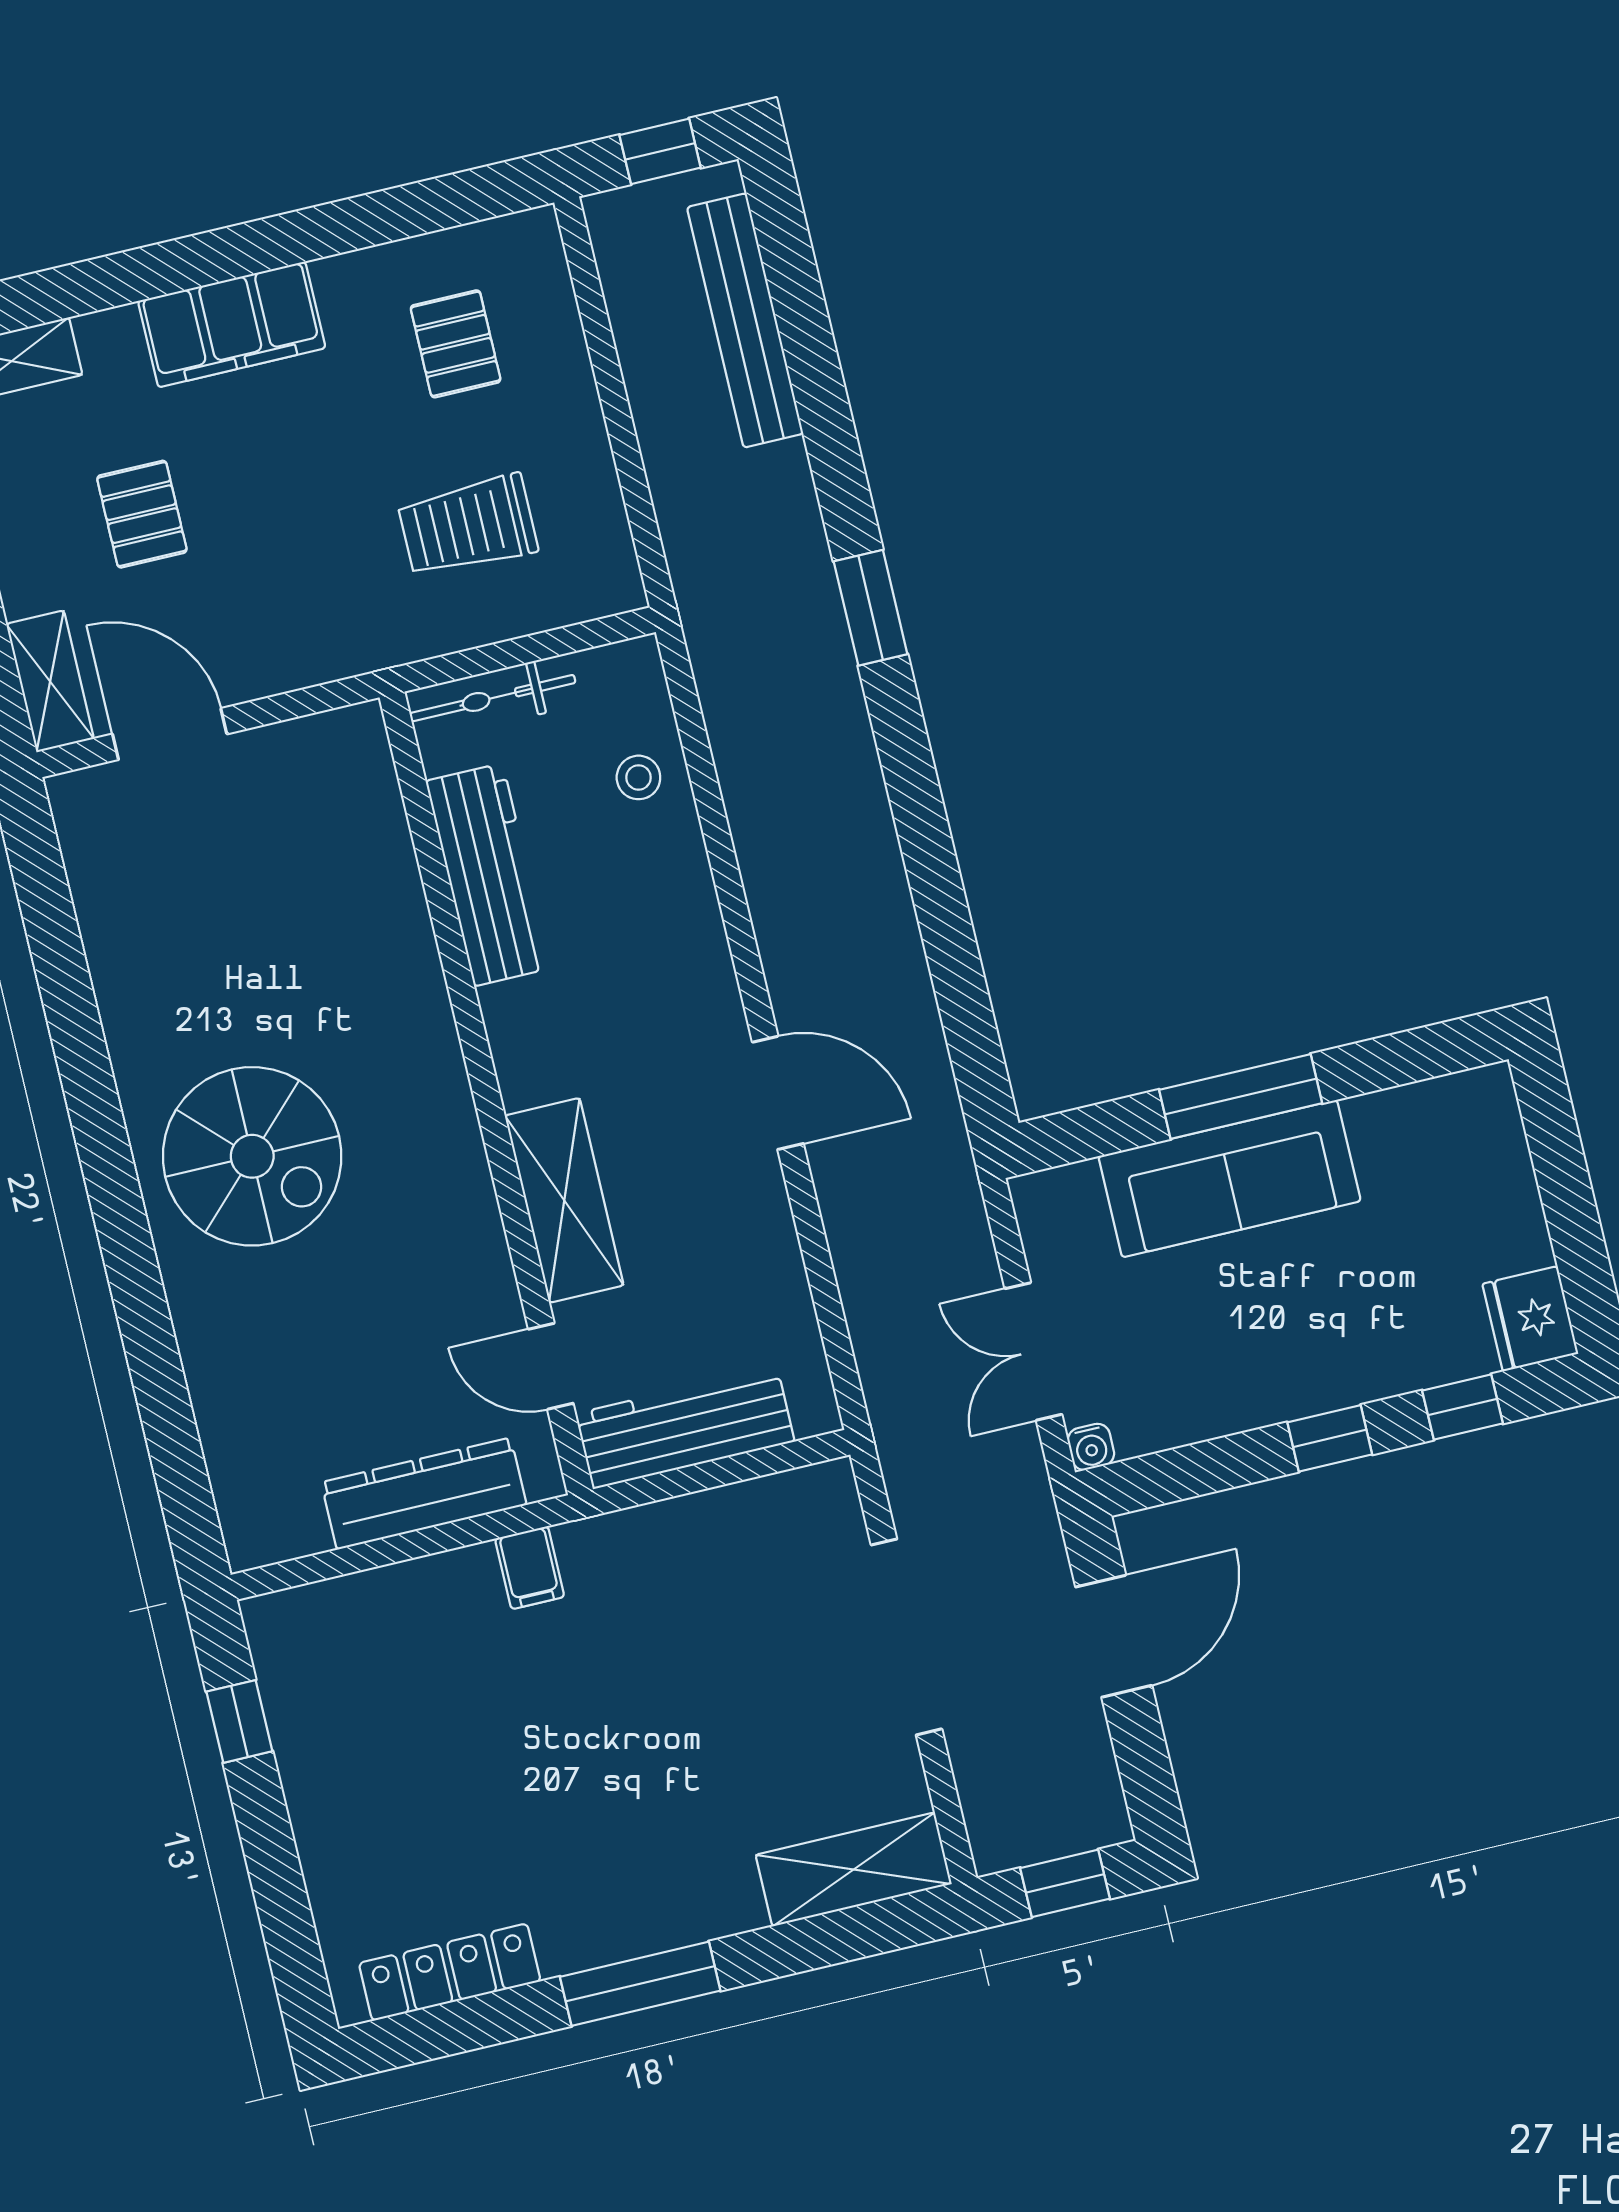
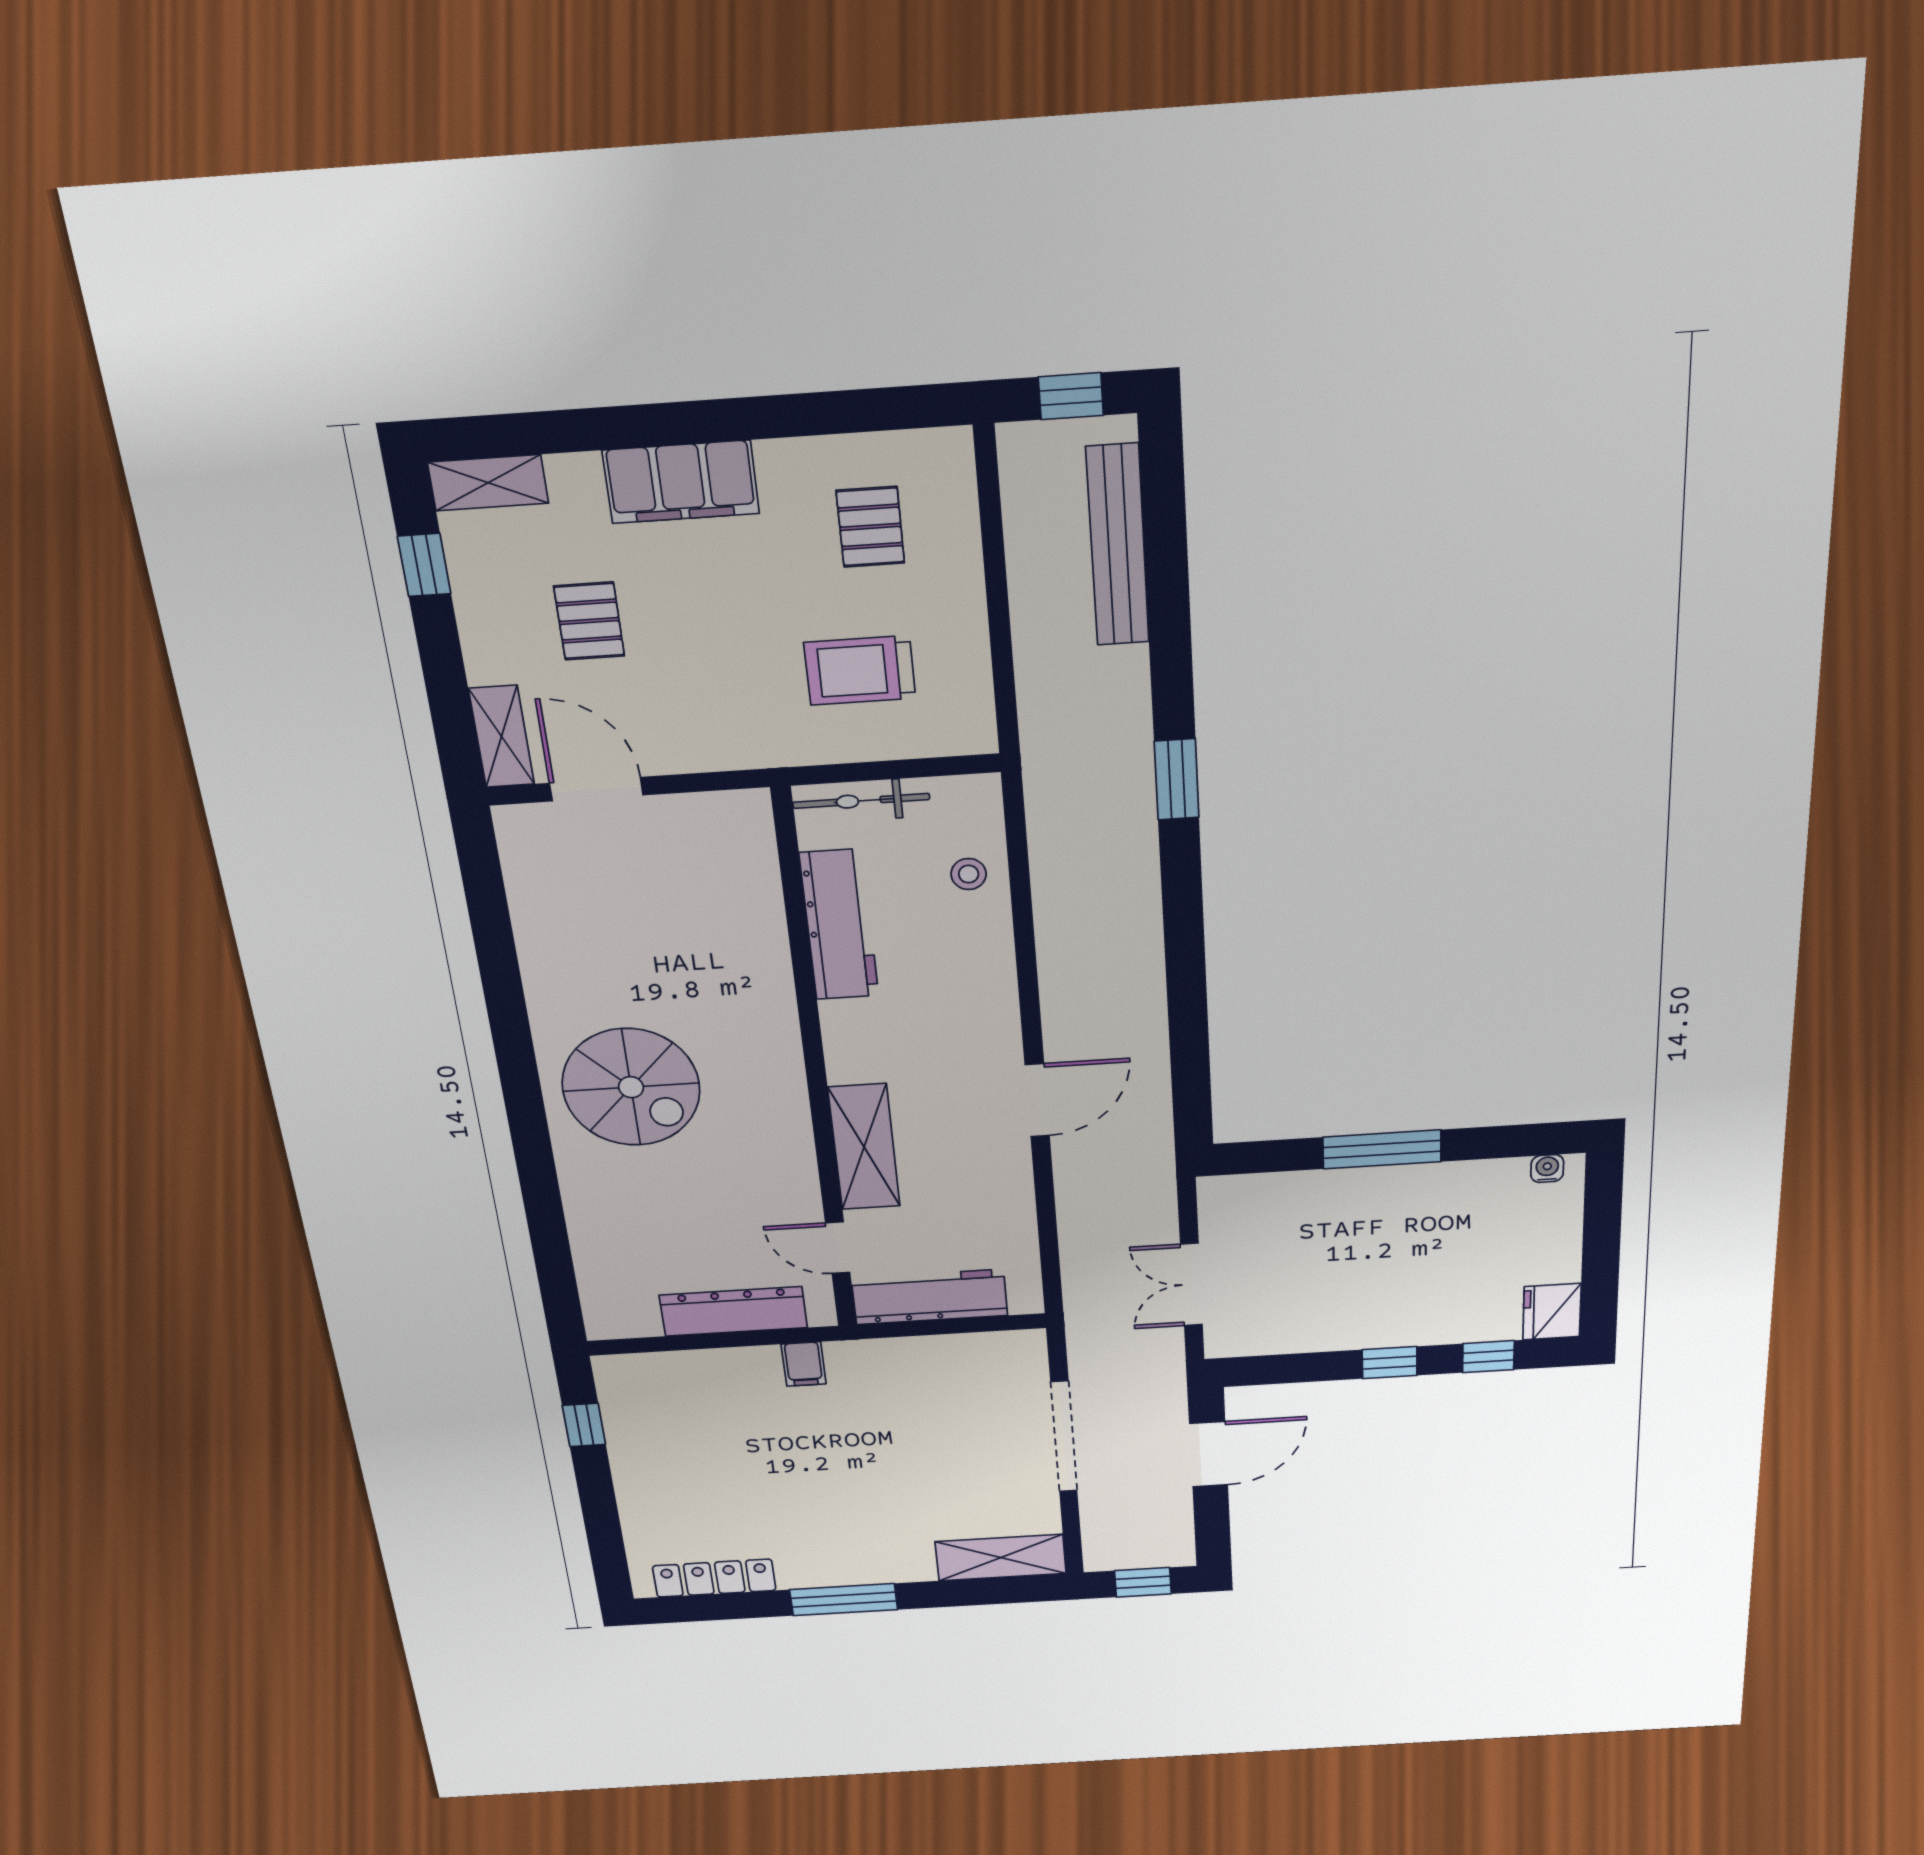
door: (778, 1093) -> (1037, 1100), hinge flipped
sofa: (1230, 1179) -> (1360, 1199), removed
water cooler: (1091, 1447) -> (1547, 1168), moved, turned 180

